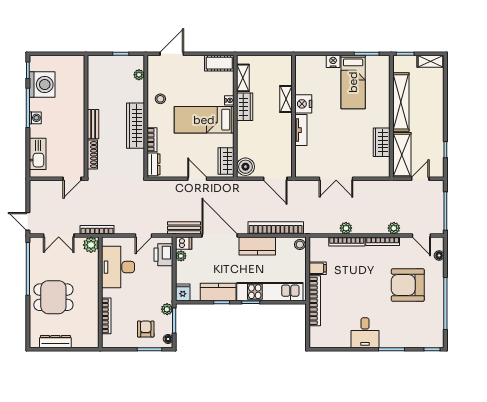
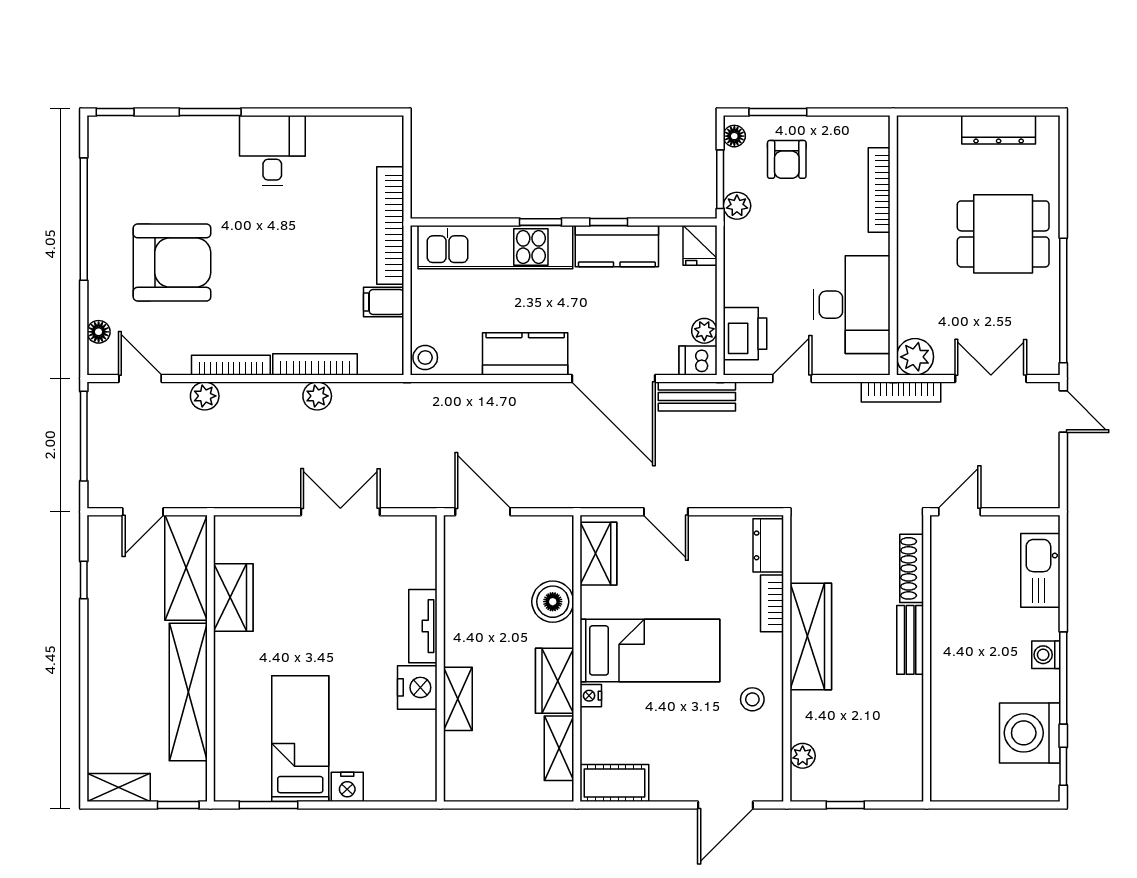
boiler: (245, 167) -> (553, 602), moved
bookcase: (276, 228) -> (482, 397), removed

